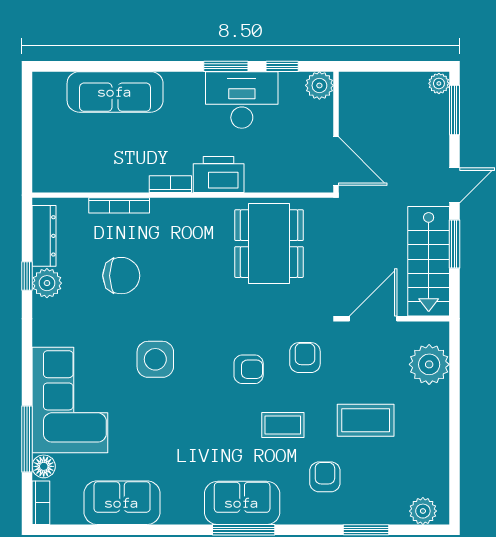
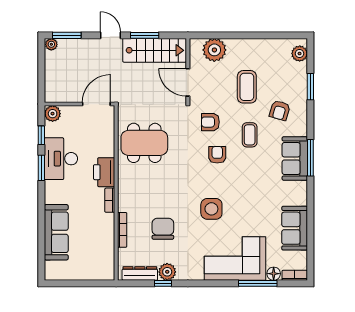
armchair: (325, 477) -> (280, 110), turned -74

